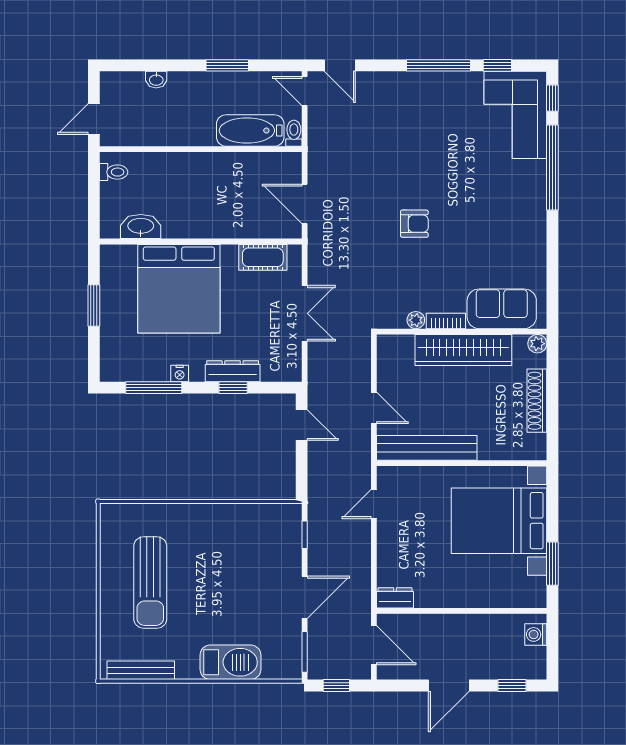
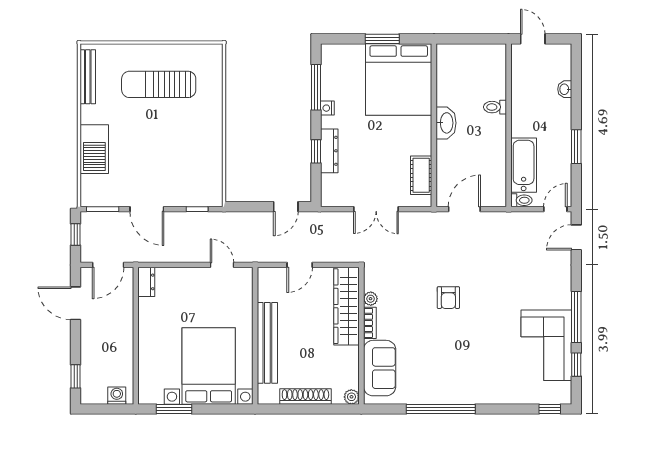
corner sofa: (515, 115) -> (546, 345), moved, turned -90
window: (552, 168) -> (441, 409), moved
toilet: (114, 172) -> (495, 107), moved, turned 90
washbasin: (141, 226) -> (446, 123), moved
bed: (179, 289) -> (399, 79), moved, turned -90
wardrobe: (463, 350) -> (346, 306), moved
bench: (427, 448) -> (267, 343), moved
door: (449, 686) -> (76, 303), moved

